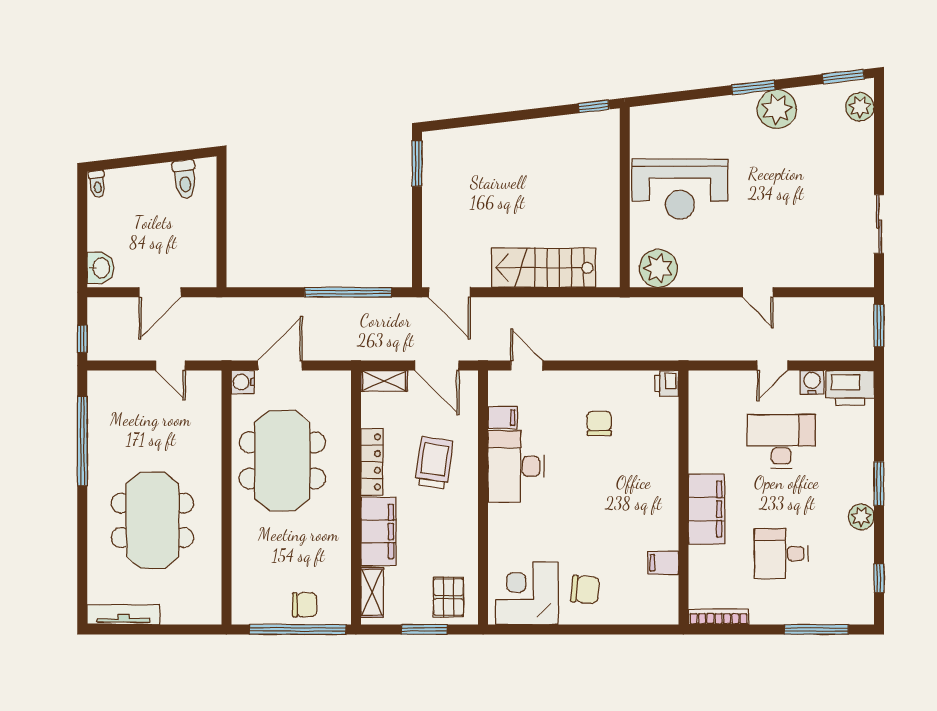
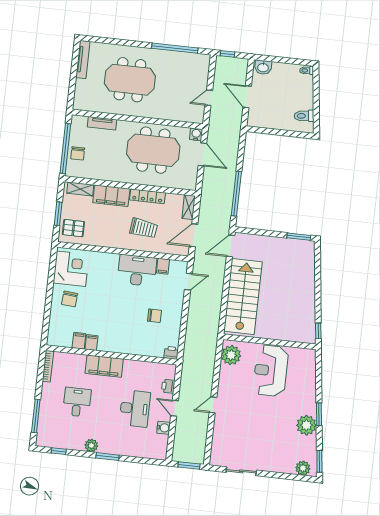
stairs: (544, 268) -> (243, 297), width x1.36, depth x1.51
printer: (850, 388) -> (168, 386), moved, width x0.53, depth x0.68
filing cabinet: (664, 538) -> (91, 343), added
tv unit: (242, 564) -> (102, 123), added

